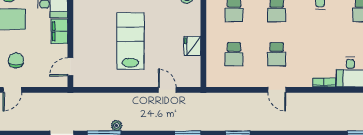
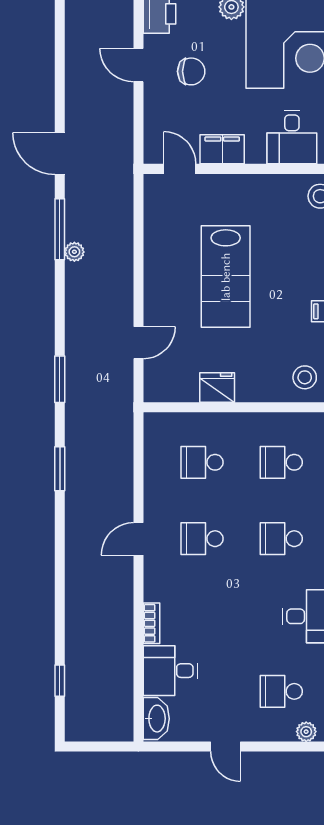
filing cabinet: (59, 31) -> (222, 149), moved
lab bench: (130, 41) -> (226, 277), turned 90

